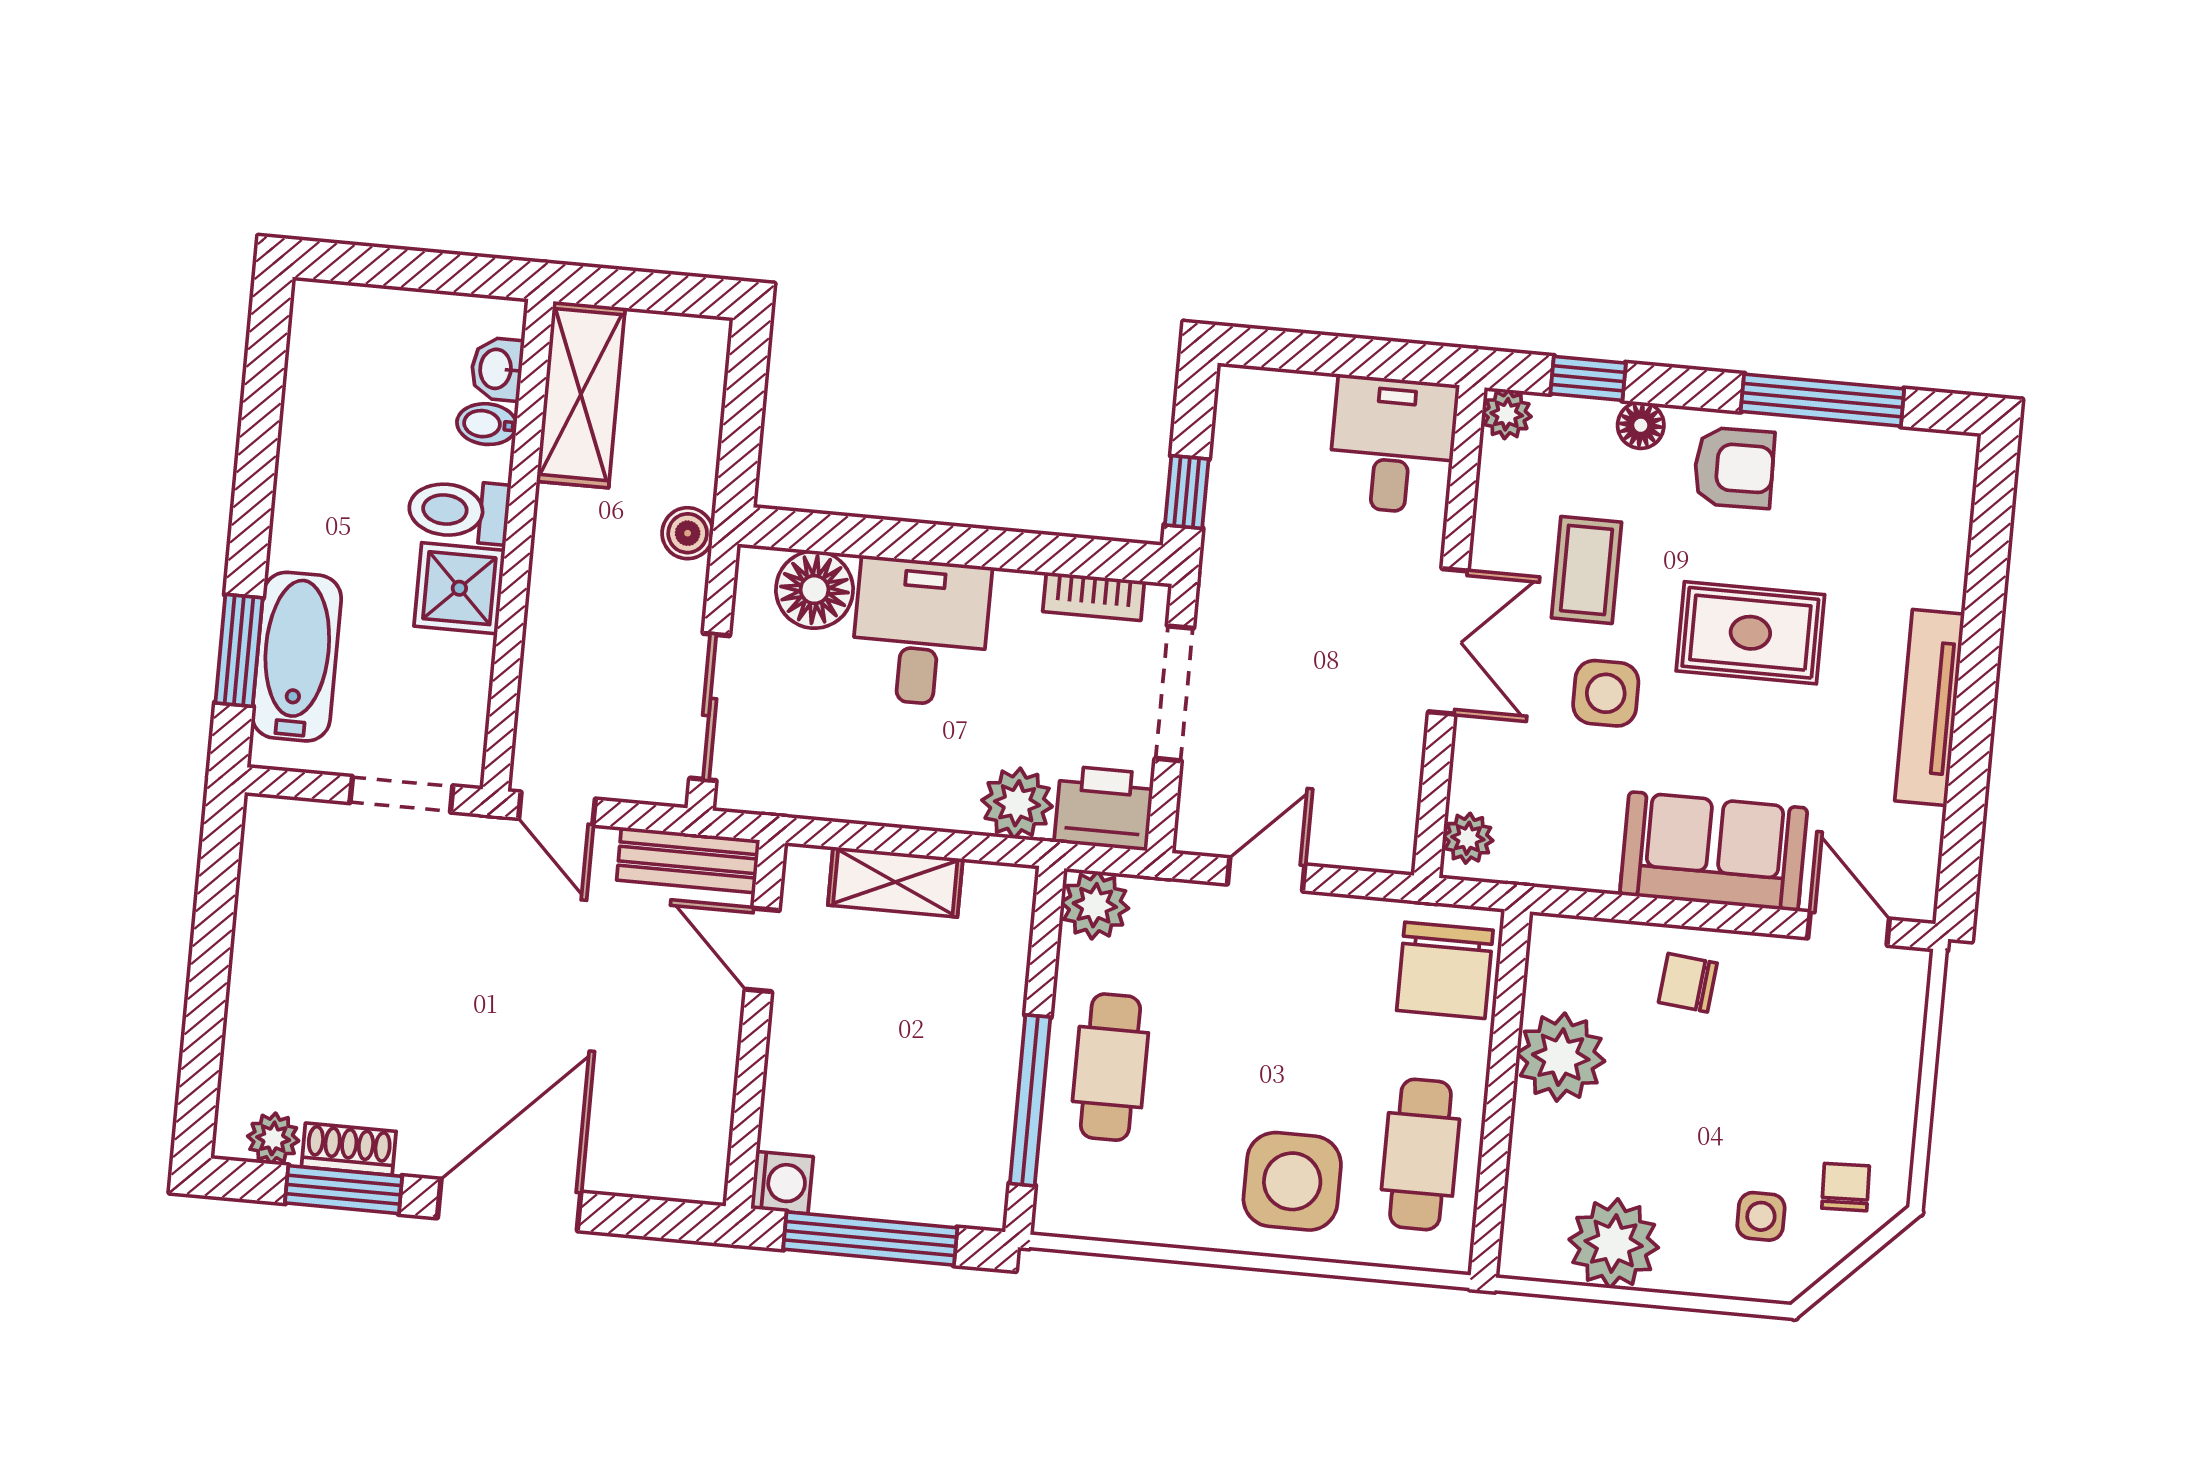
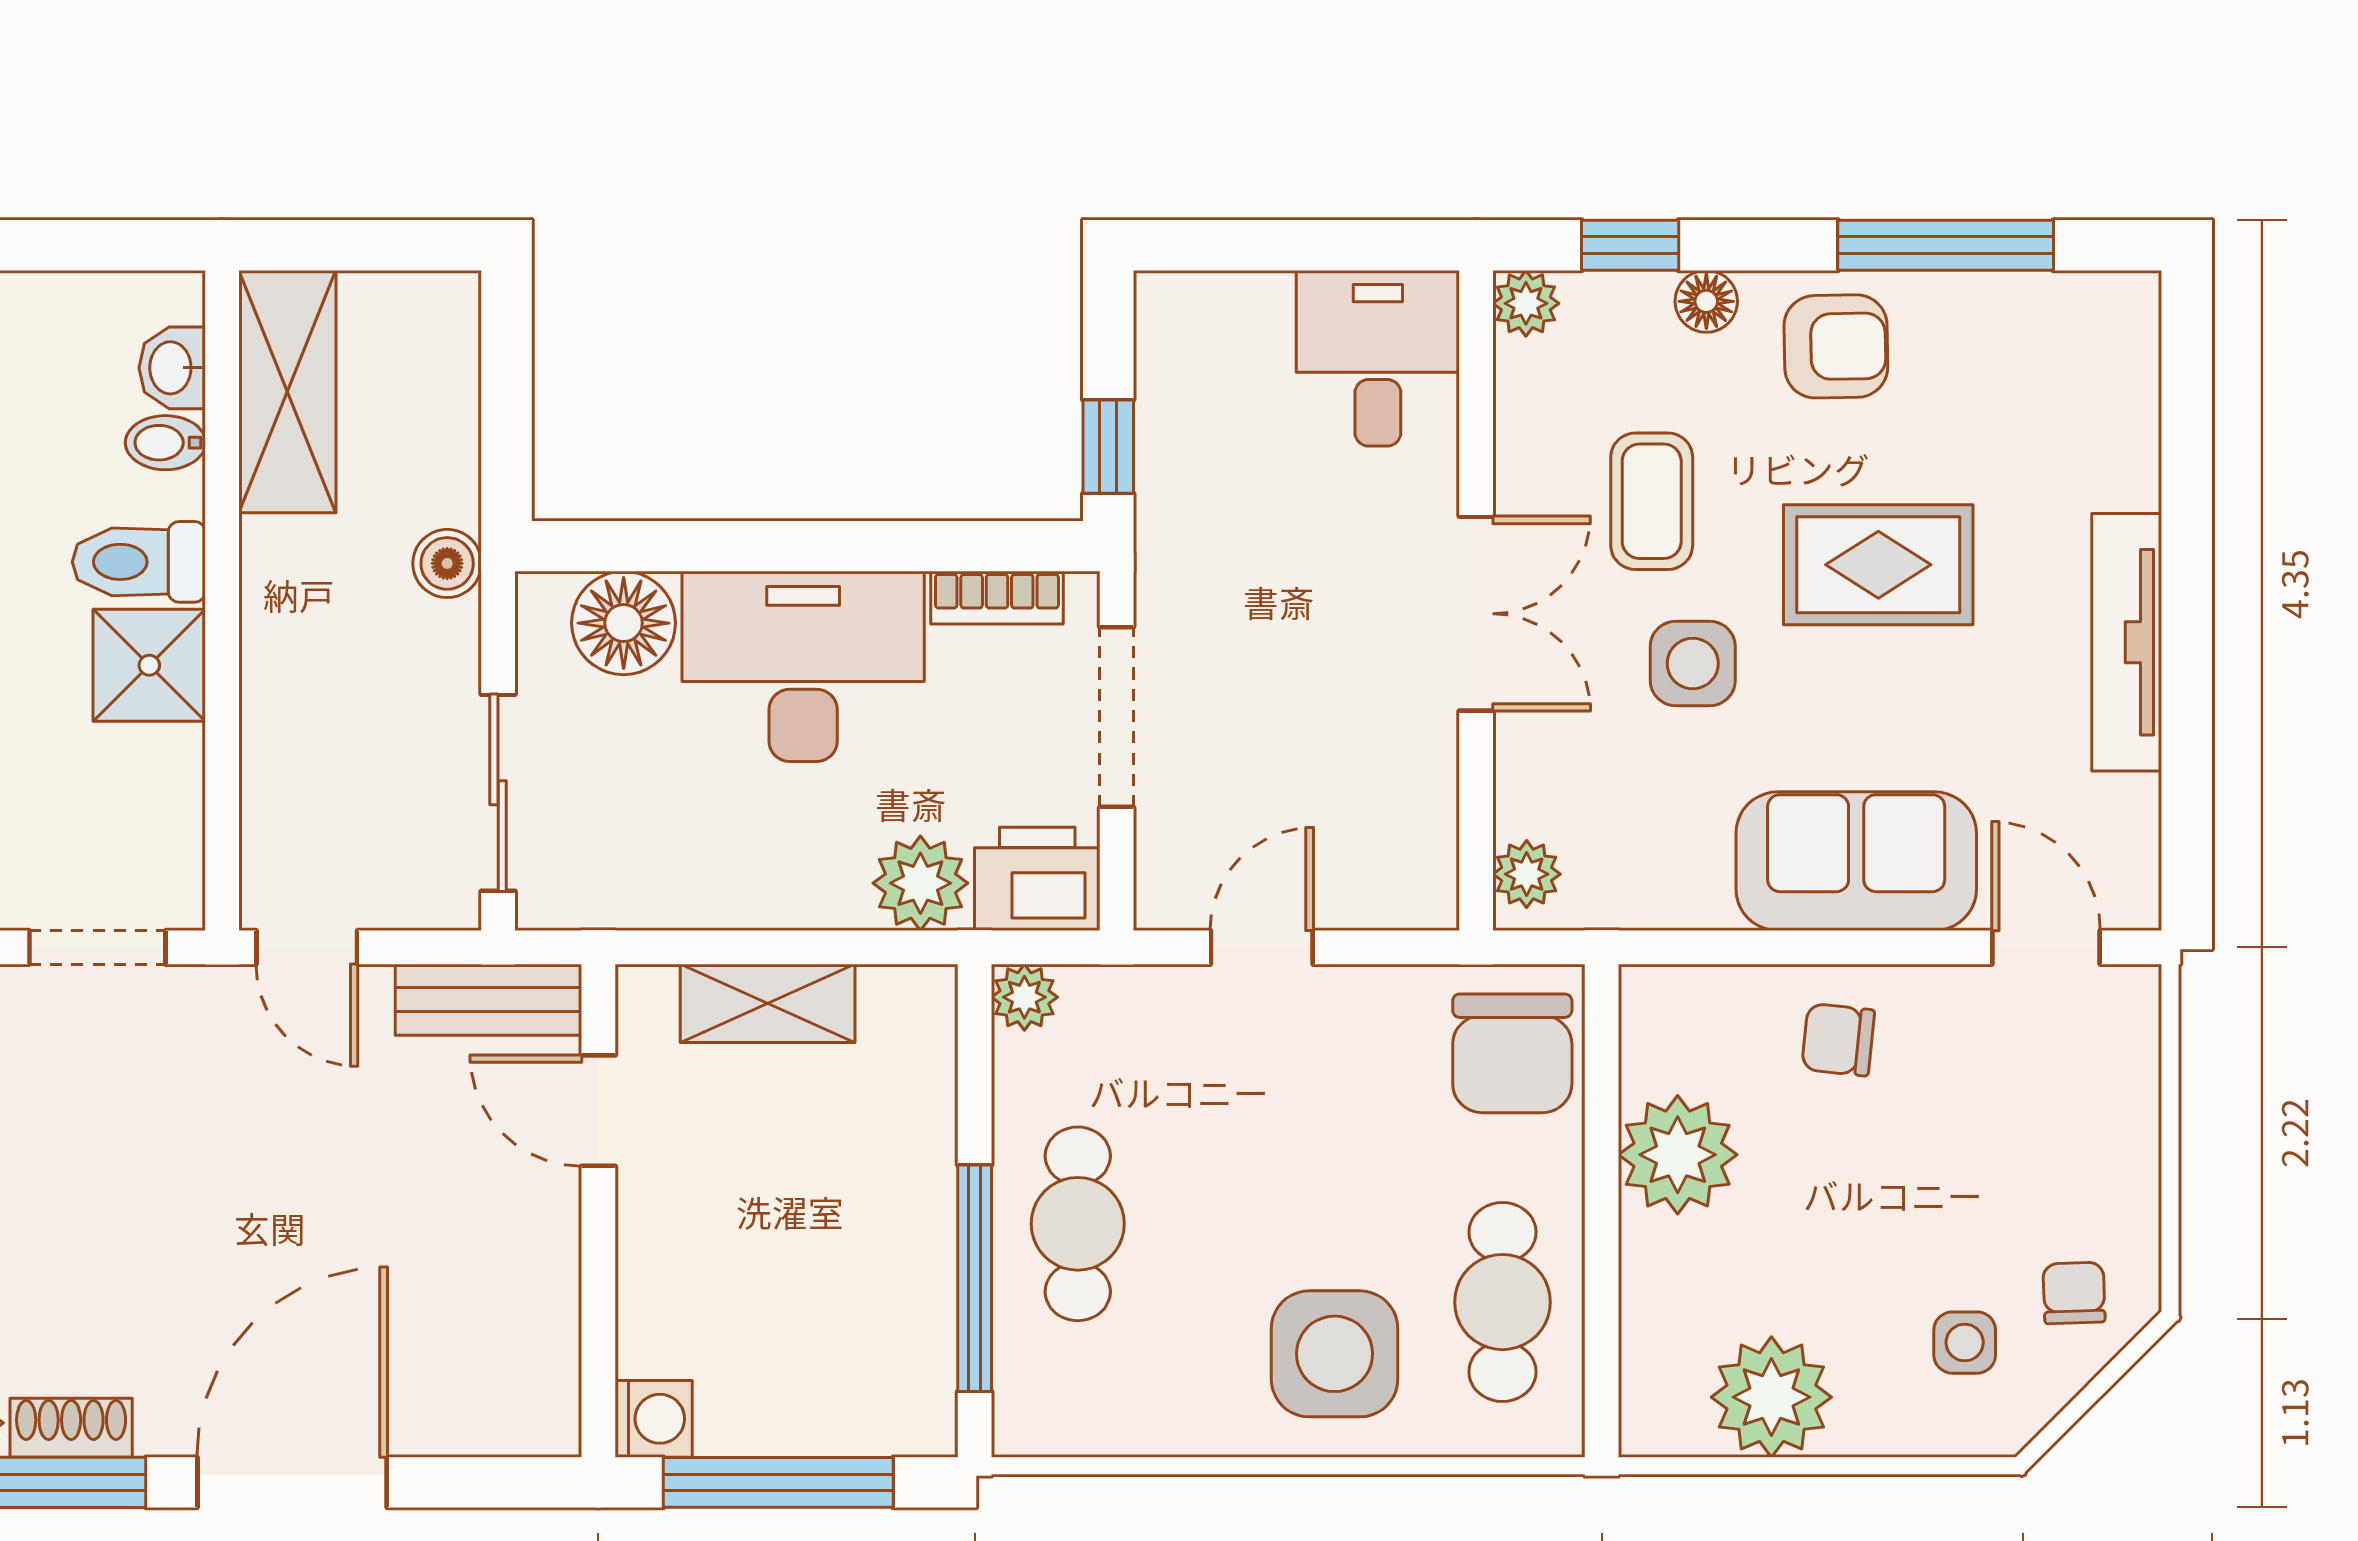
desk: (920, 632) -> (803, 666), width x1.37
plant: (1095, 905) -> (1024, 997), width x0.73, depth x0.73

